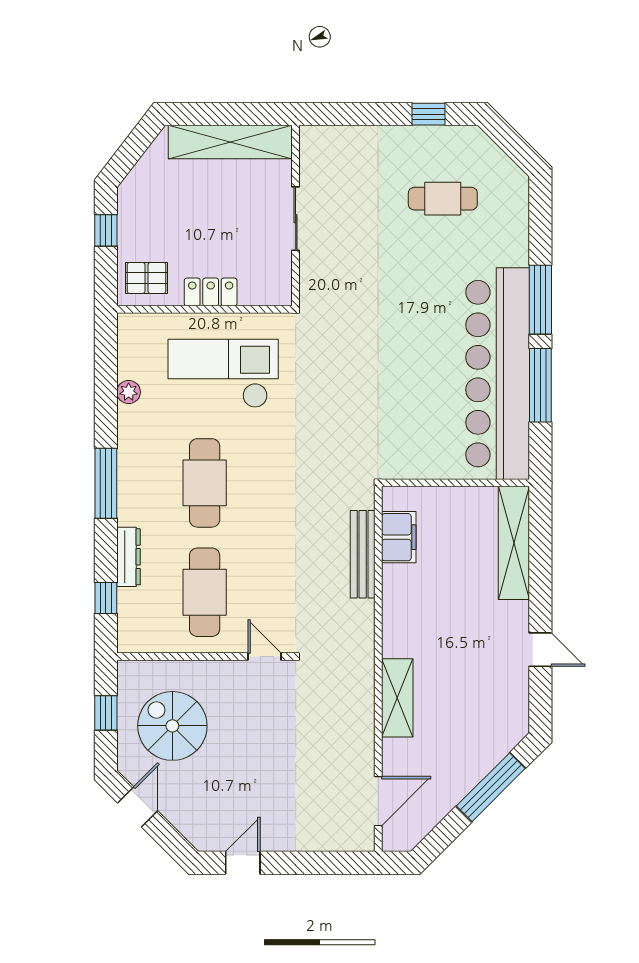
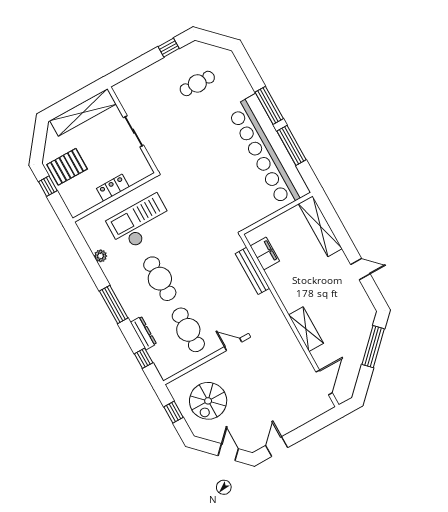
pallet: (146, 278) -> (67, 167), moved, width x1.50, depth x1.42
spiral stairs: (172, 726) -> (208, 401), turned -90
door: (138, 807) -> (228, 452), moved

